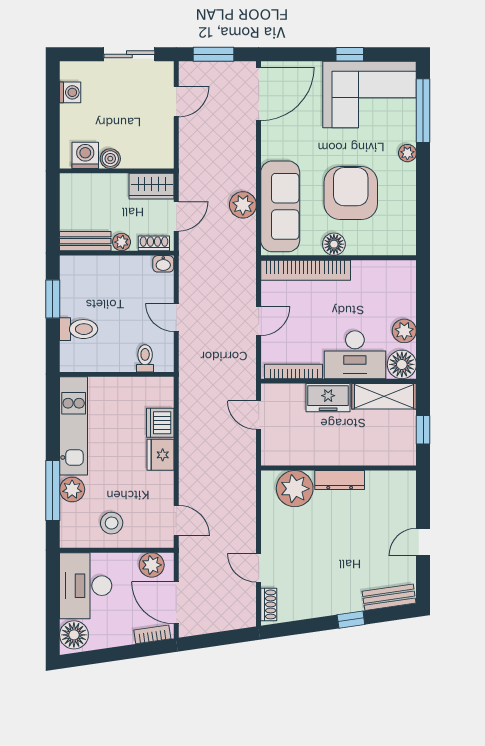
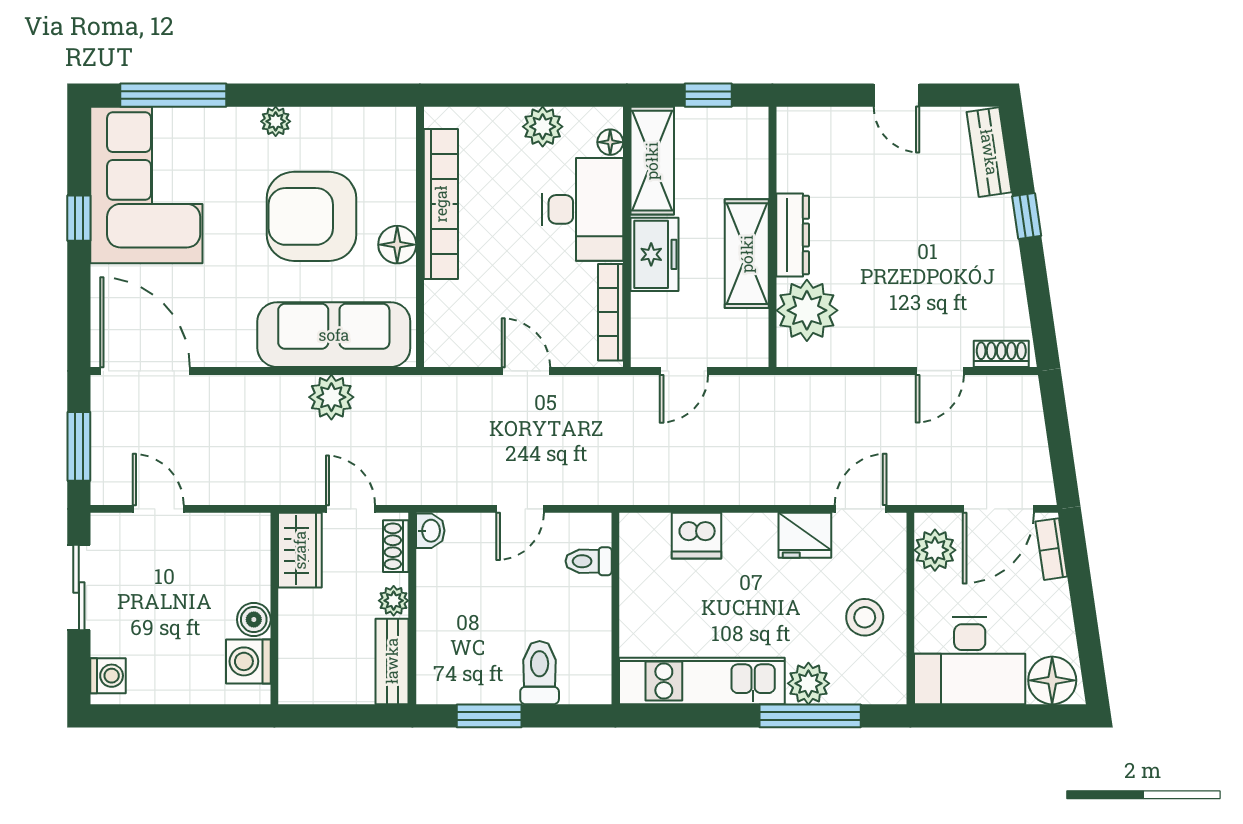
washing machine: (70, 92) -> (108, 676), moved, turned 90
plant: (407, 153) -> (276, 121), moved
bookcase: (306, 270) -> (441, 204), moved
floor lamp: (402, 364) -> (610, 142), width x0.53, depth x0.53
shelving: (329, 453) -> (747, 254), added
fridge: (161, 455) -> (805, 535), moved

